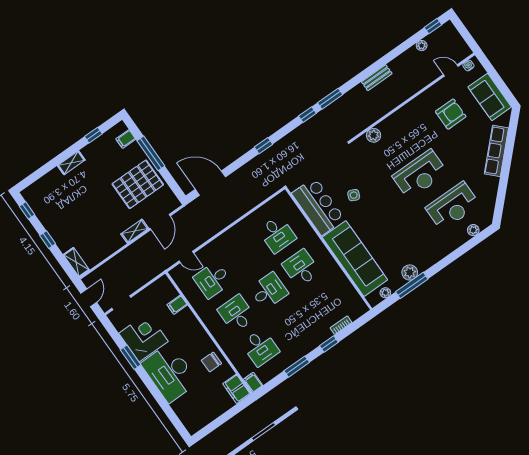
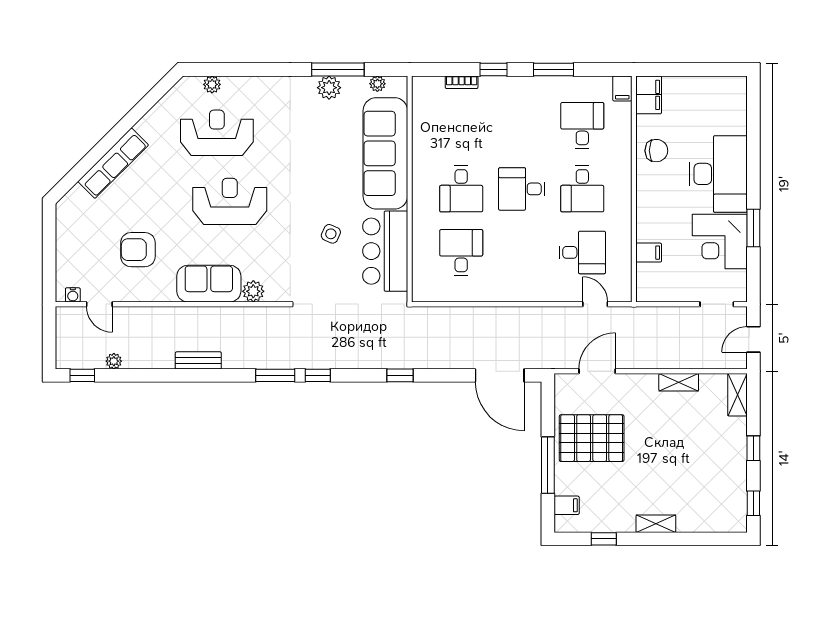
sofa: (490, 97) -> (209, 284), moved, turned -90
shelving: (135, 231) -> (679, 382), moved

